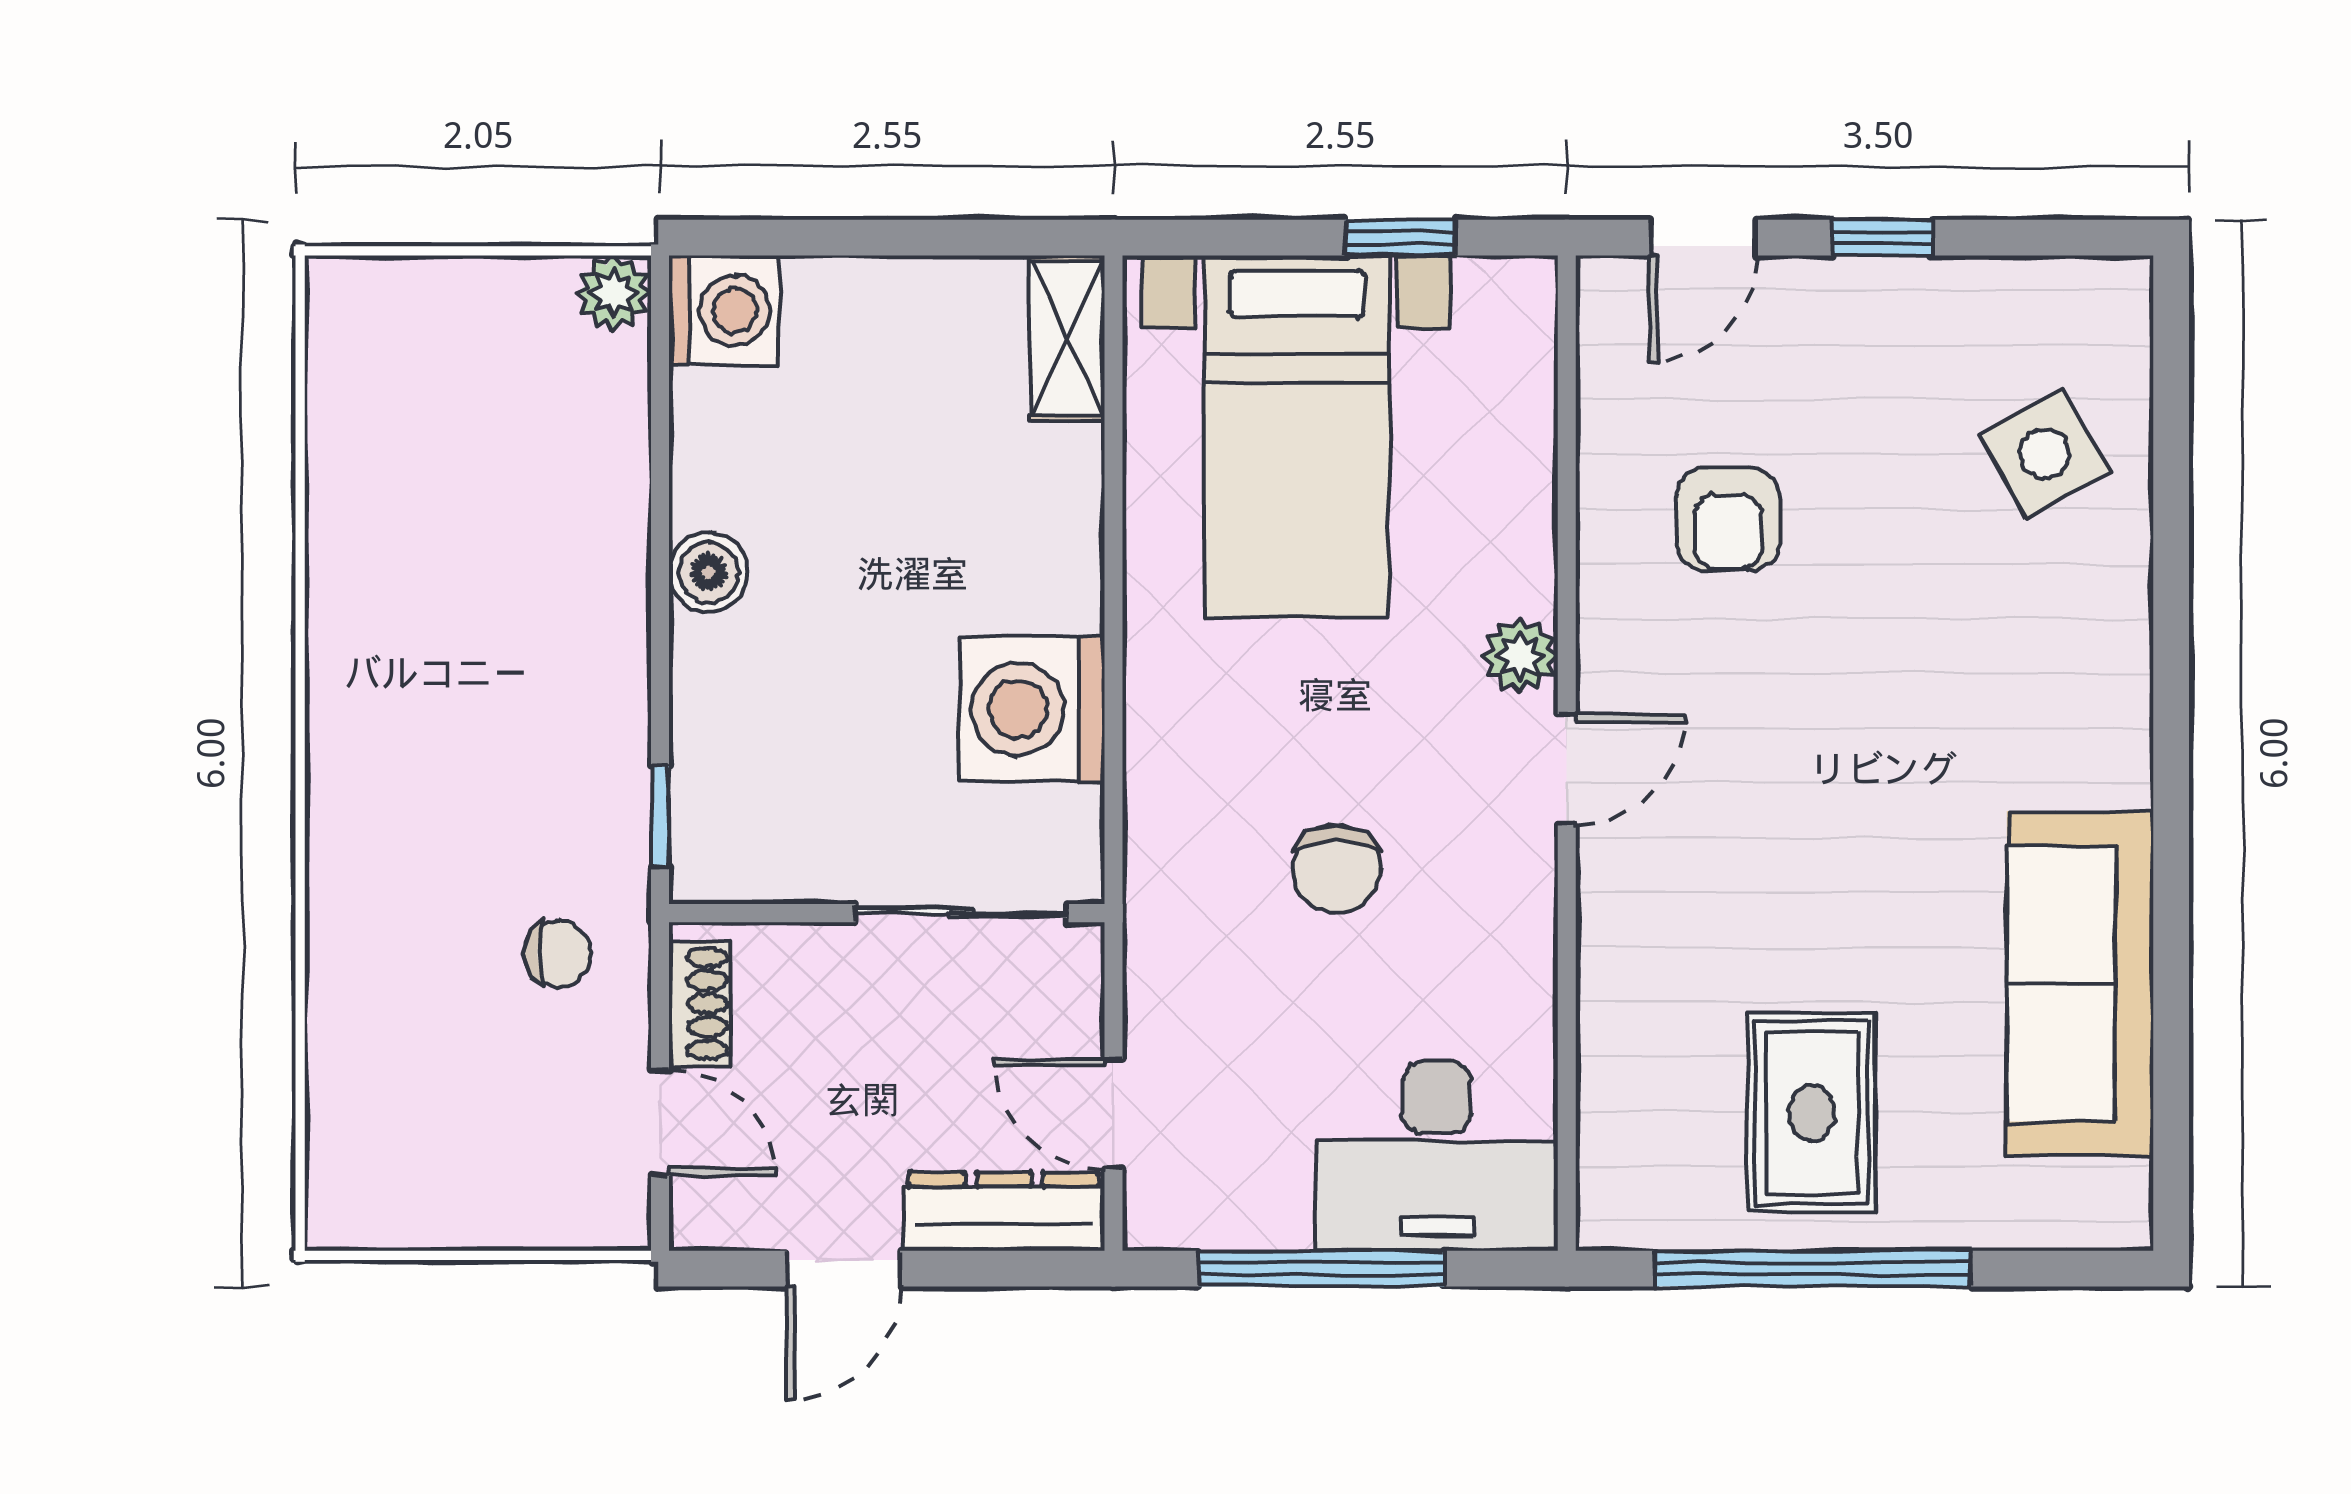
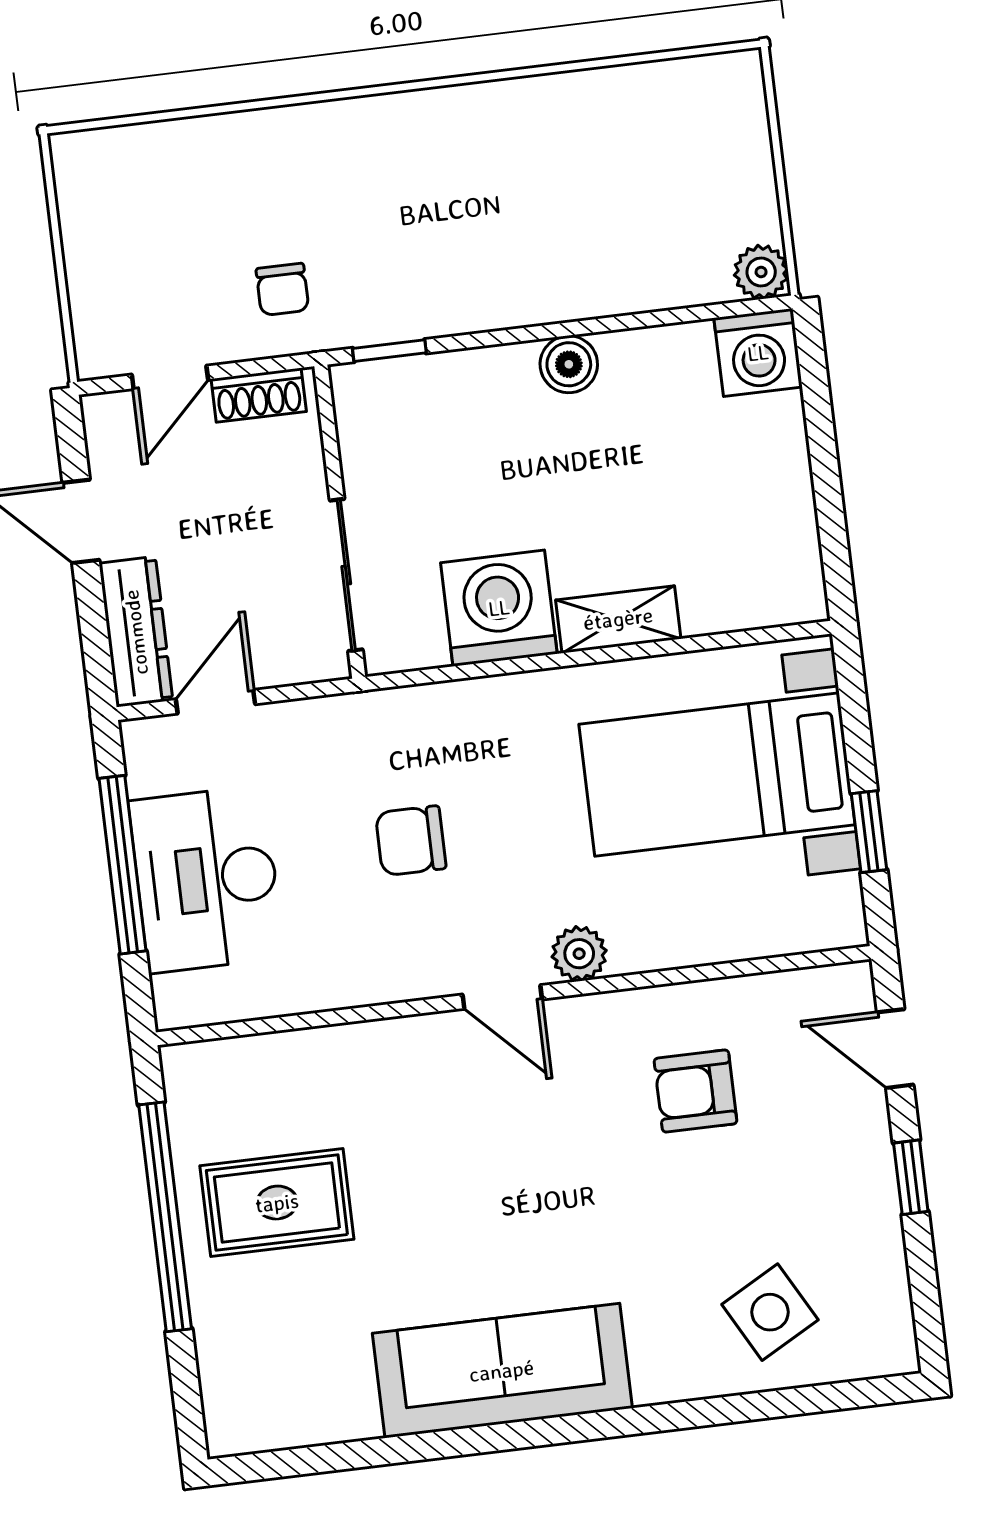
shelving: (1067, 338) -> (618, 619), moved
sofa: (2080, 984) -> (502, 1371), moved
desk: (1437, 1156) -> (206, 879), moved

